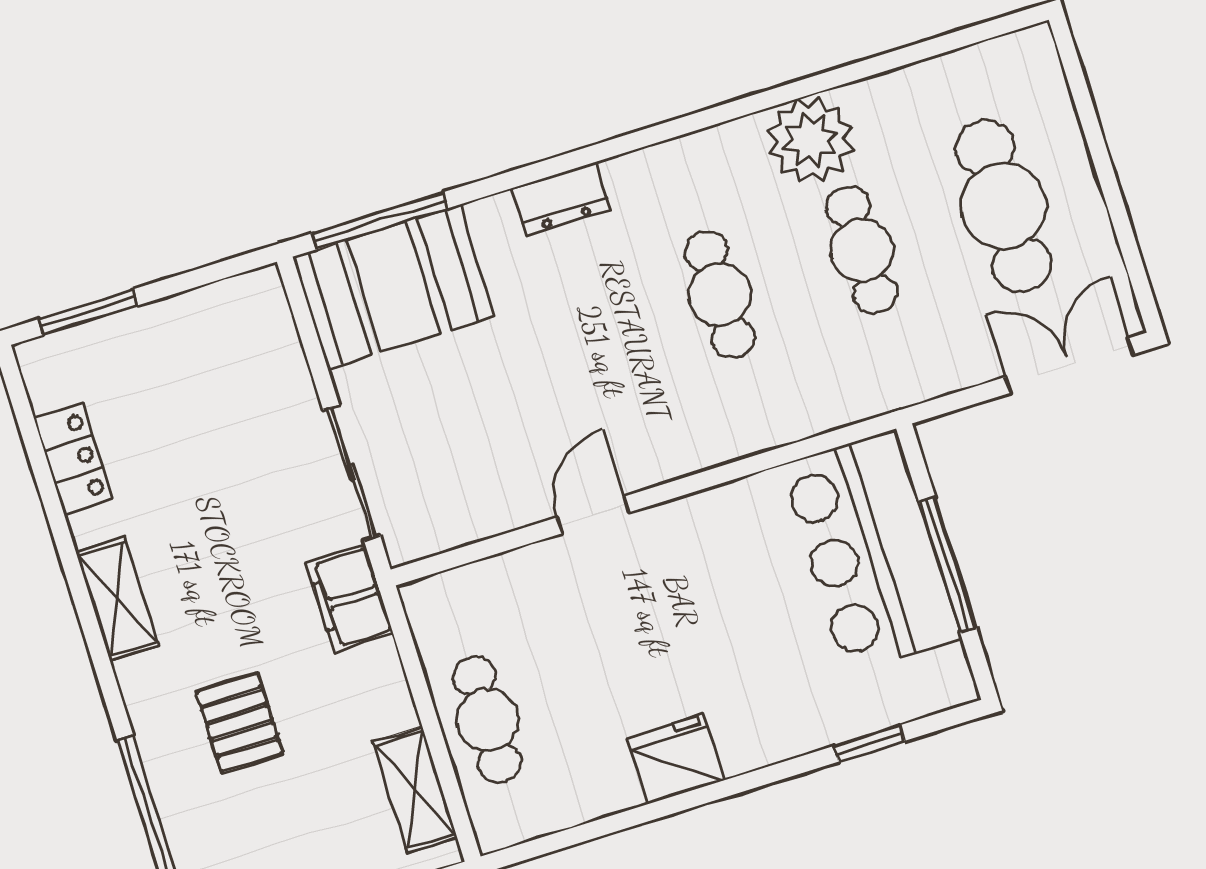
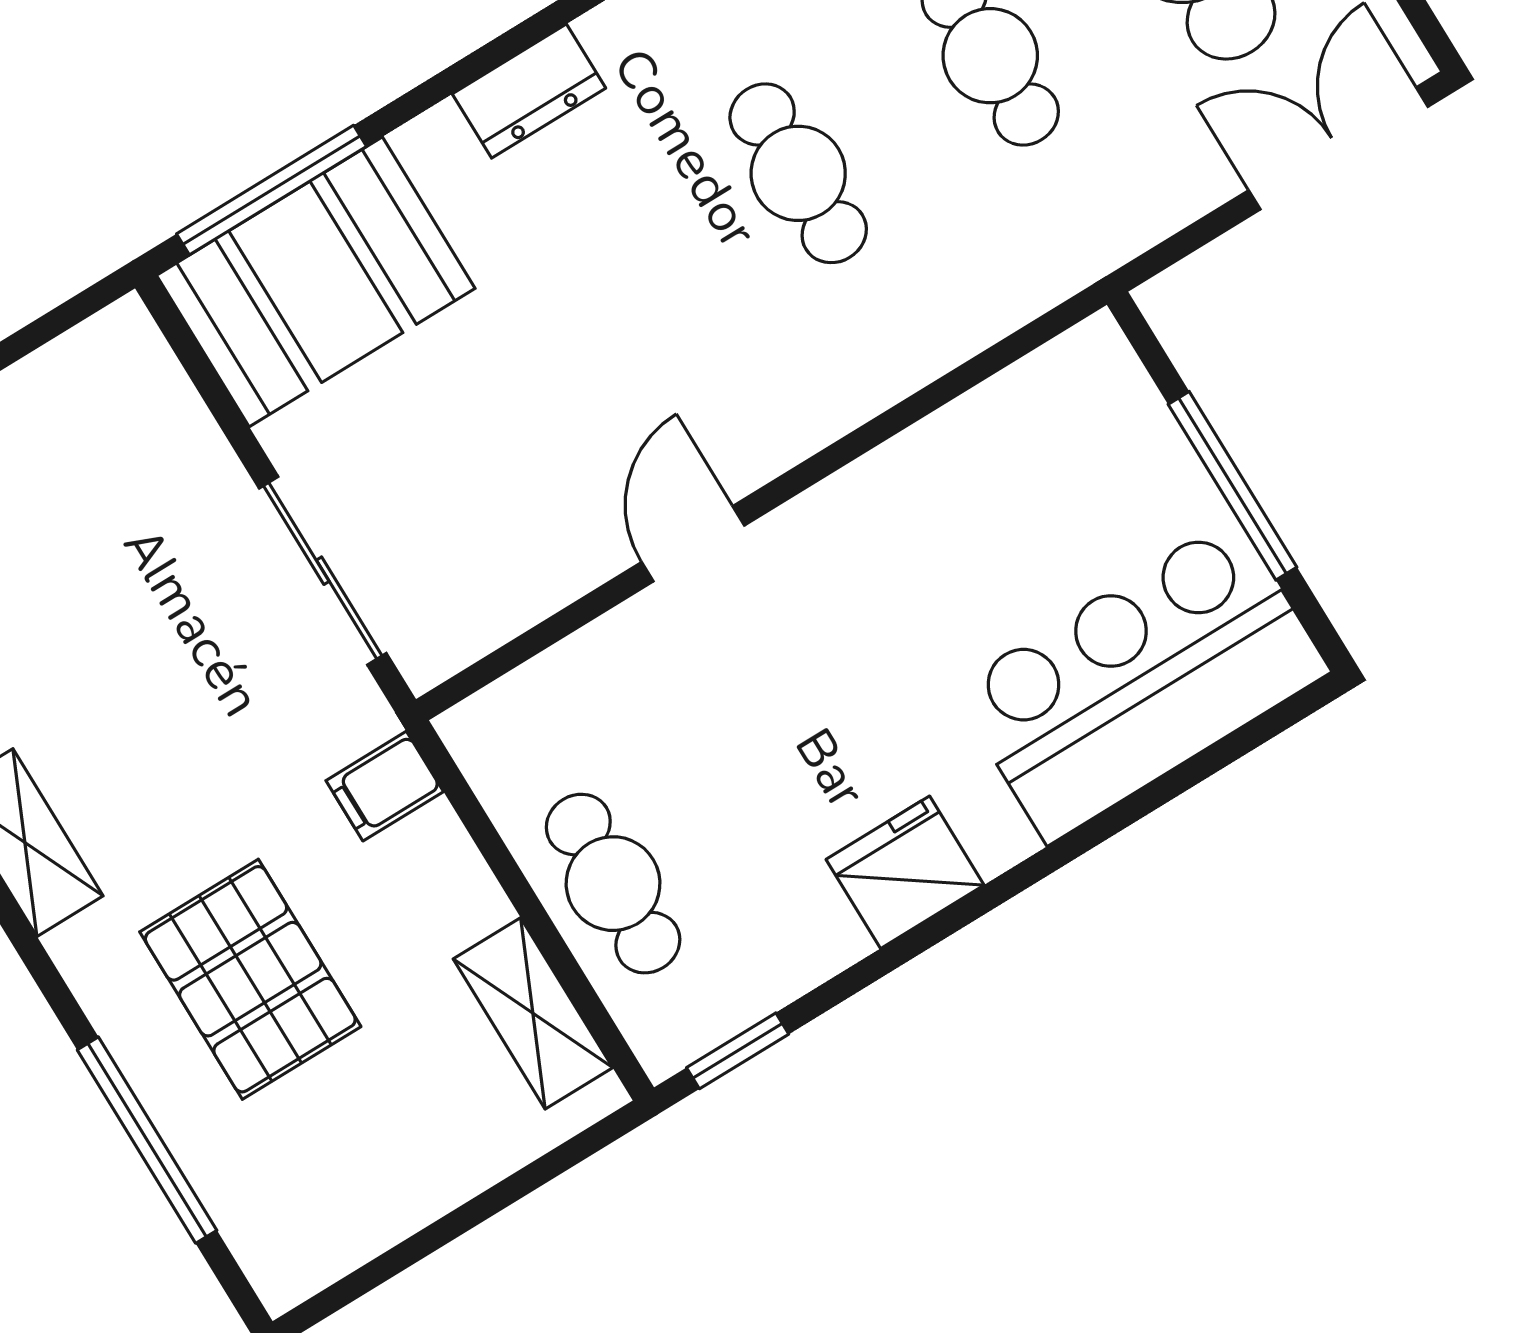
bar counter: (871, 552) -> (1141, 680), moved, turned 90
filing cabinet: (350, 598) -> (385, 786), width x0.50
pallet: (239, 722) -> (250, 979), width x1.50, depth x1.42
window: (869, 744) -> (738, 1051), moved

